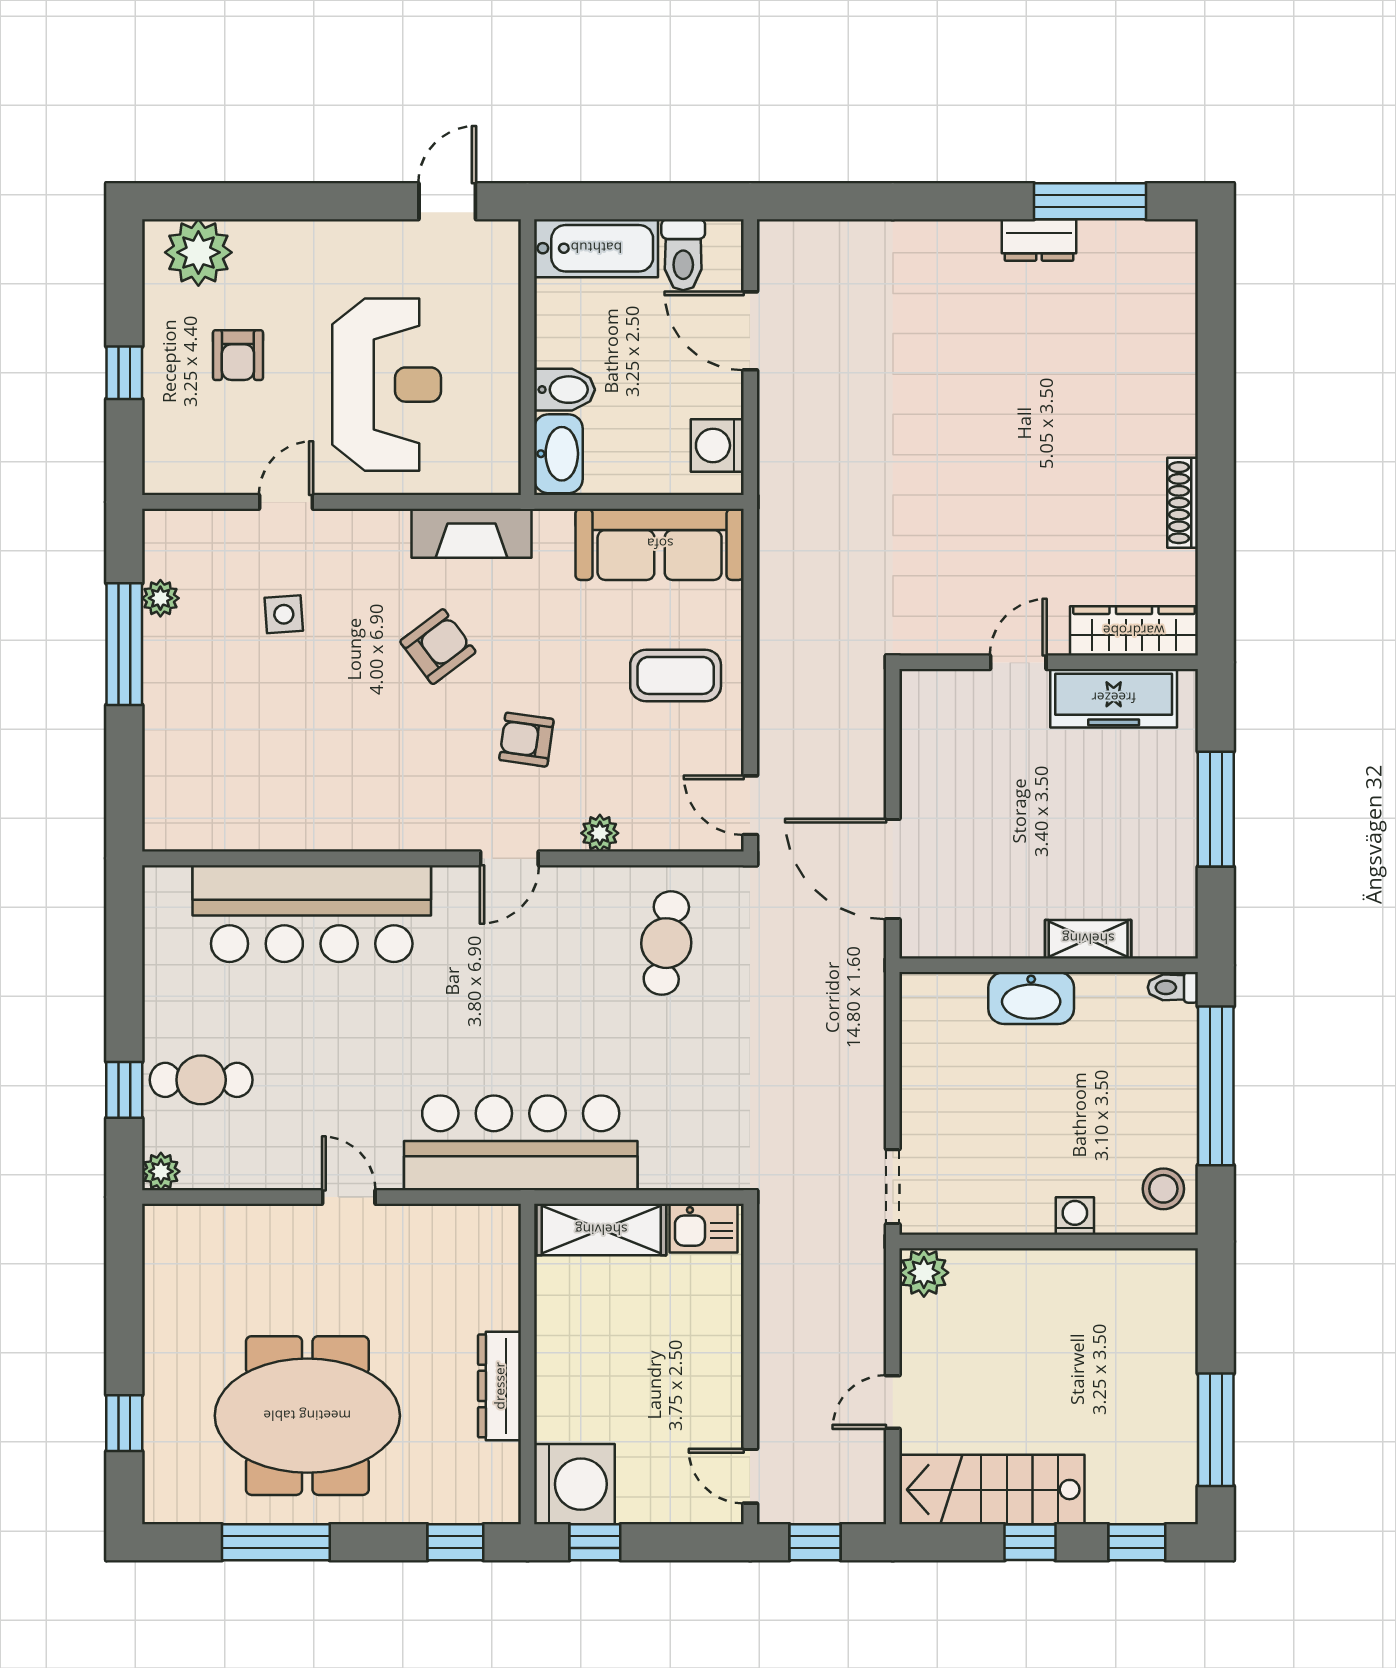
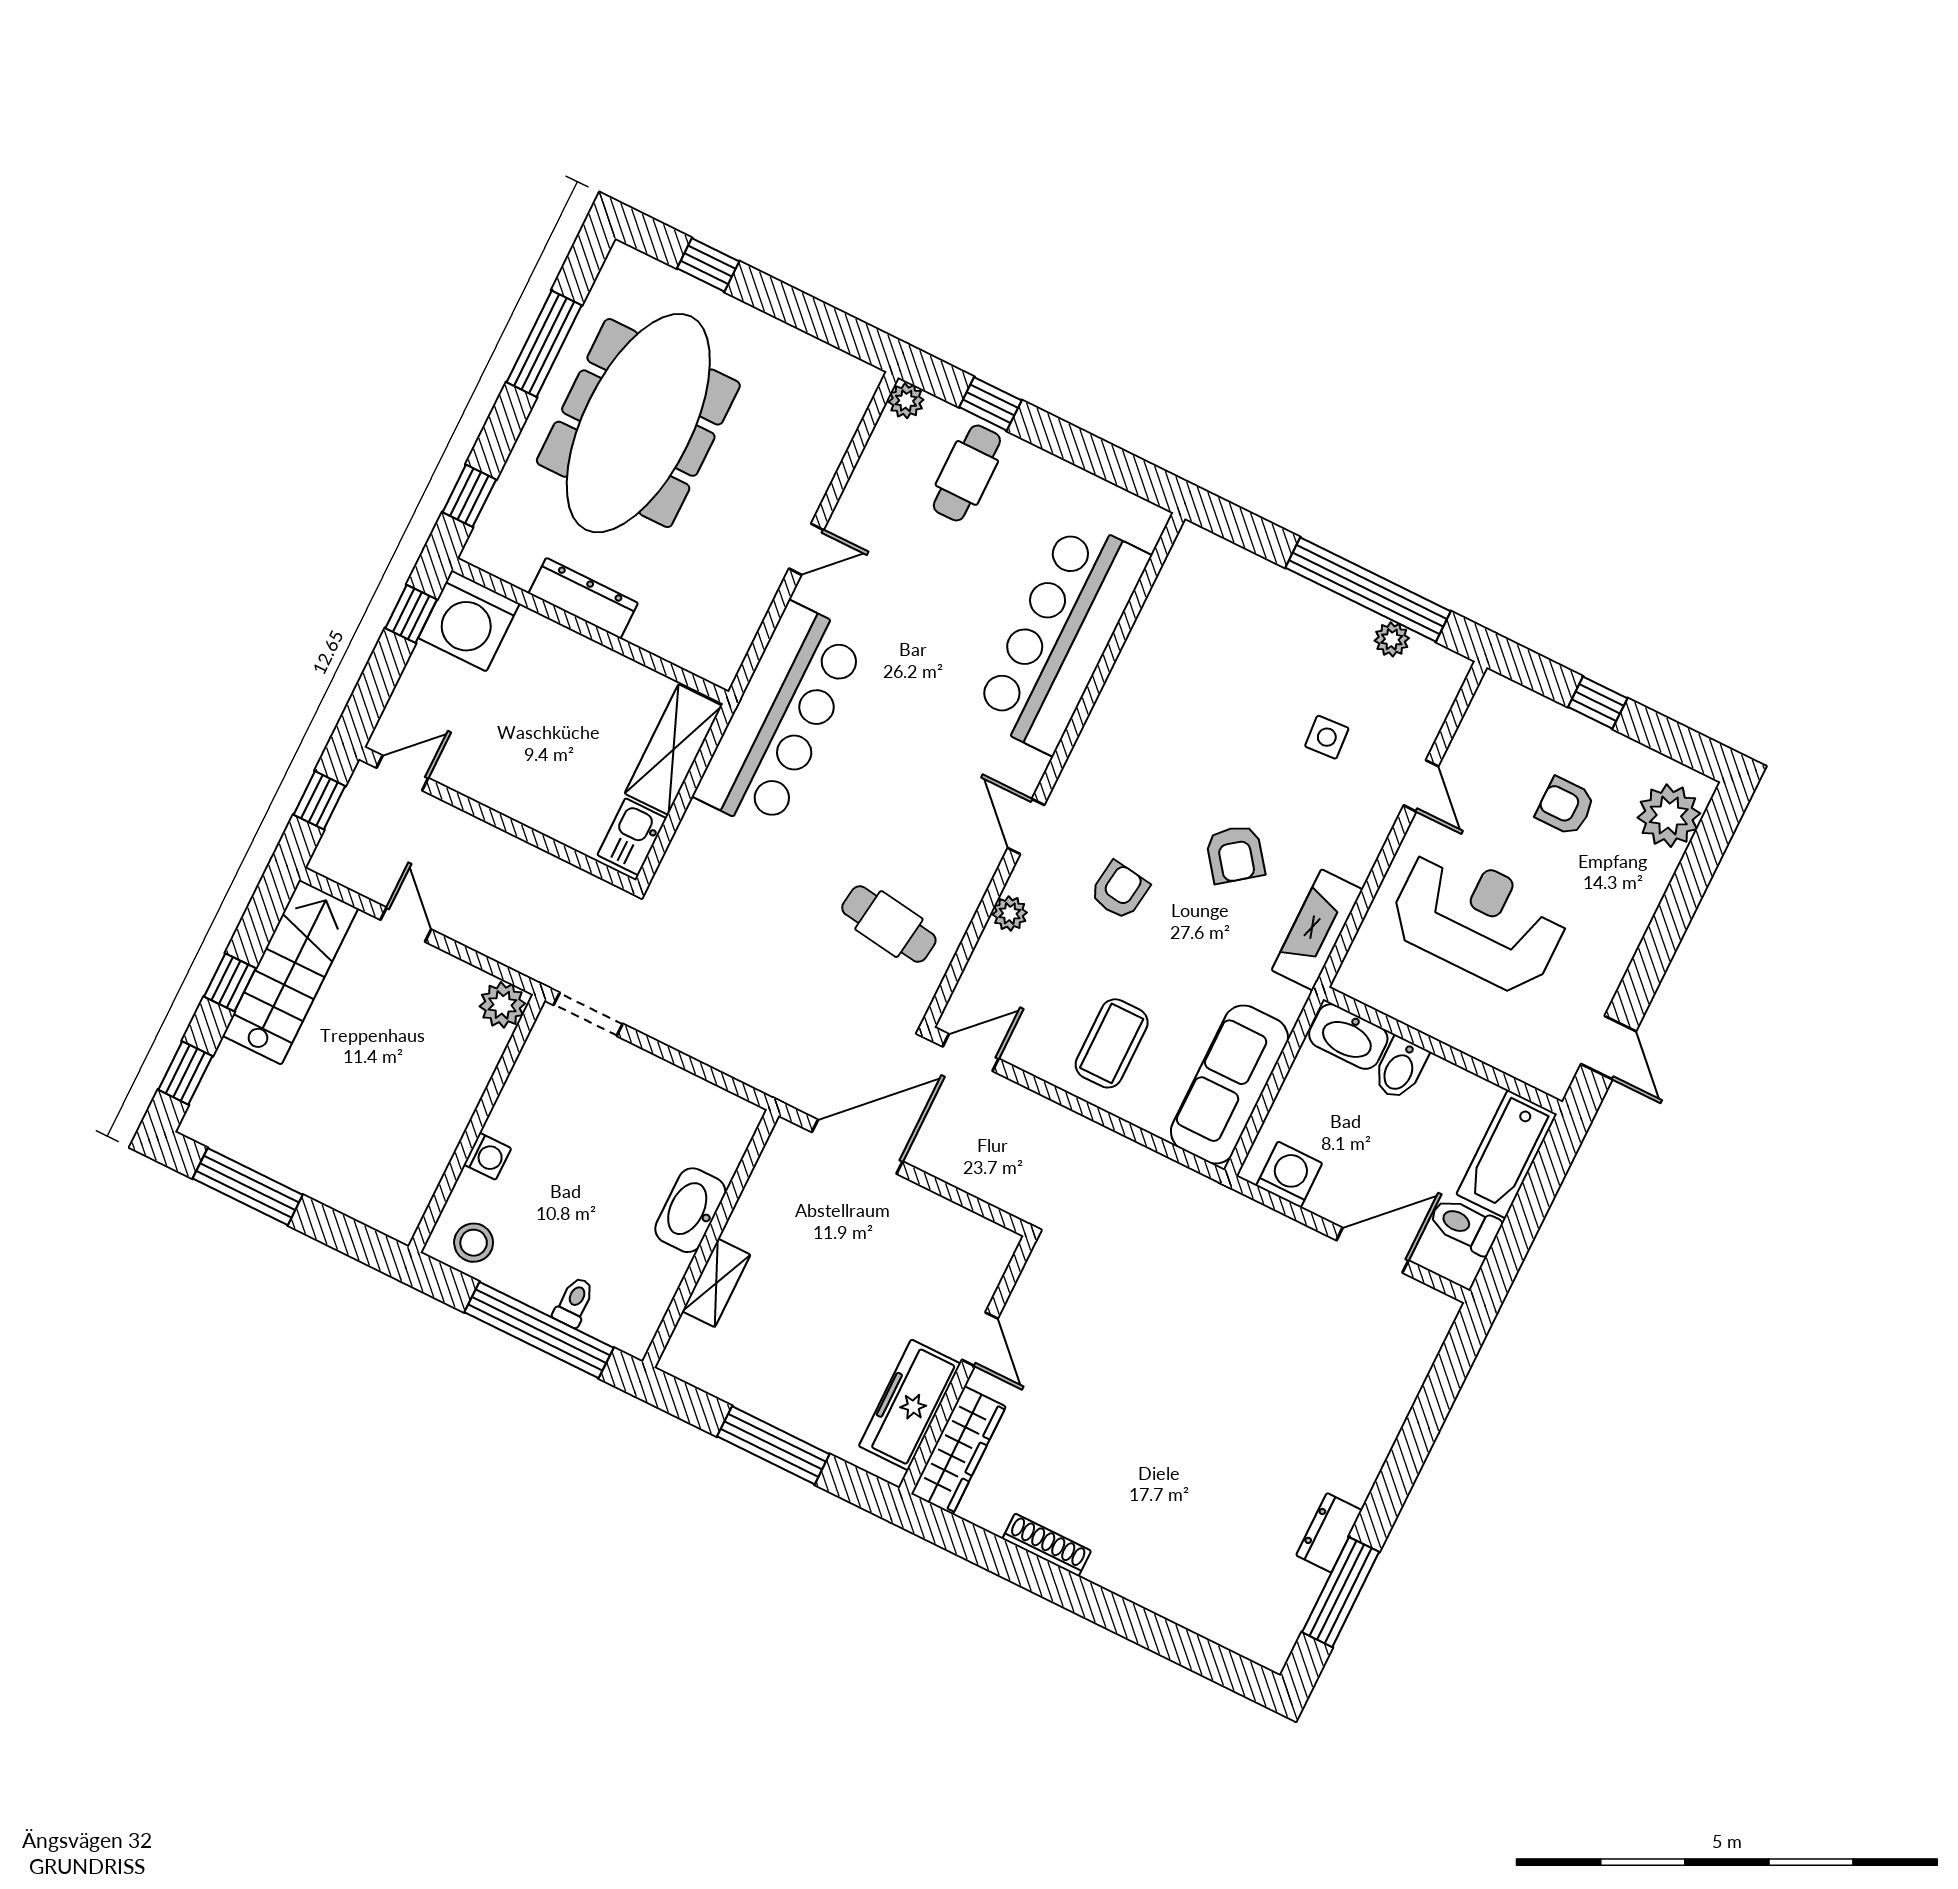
reception desk: (387, 385) -> (1479, 920), turned 180
window: (124, 644) -> (1368, 590), width x1.46
toilet: (1173, 987) -> (574, 1302), moved
meeting table: (307, 1416) -> (638, 423), width x1.36

